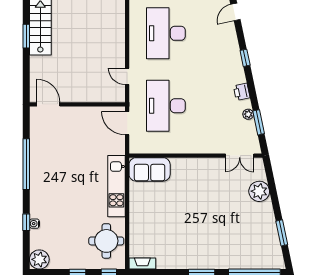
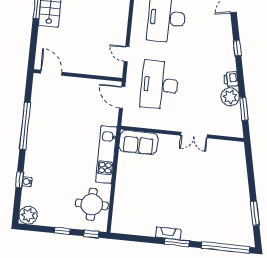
plant: (248, 114) -> (230, 97), width x1.87, depth x1.87
double door: (240, 156) -> (194, 135), moved
plant: (259, 191) -> (238, 173), removed
fireplace: (142, 264) -> (168, 233), moved

